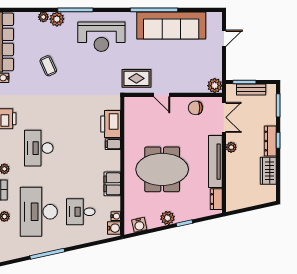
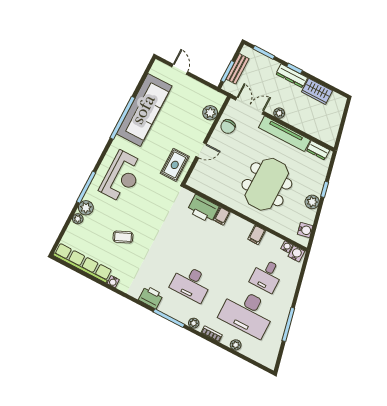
plant: (215, 86) -> (210, 113), moved
filing cabinet: (112, 184) -> (257, 235), width x0.50

